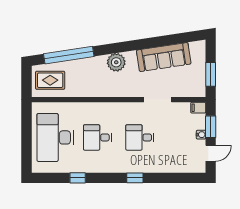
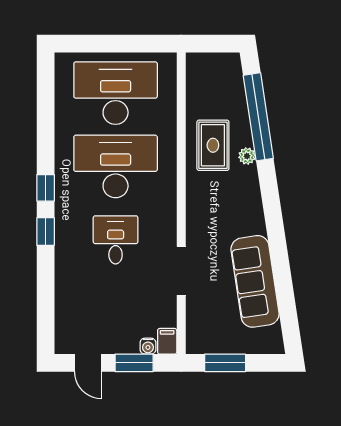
plant: (116, 62) -> (247, 156), moved, width x0.53, depth x0.53
rug: (50, 80) -> (213, 145), moved
water cooler: (201, 135) -> (148, 346), moved
desk: (97, 137) -> (116, 166), width x1.87, depth x1.30
window: (78, 178) -> (46, 188), moved

